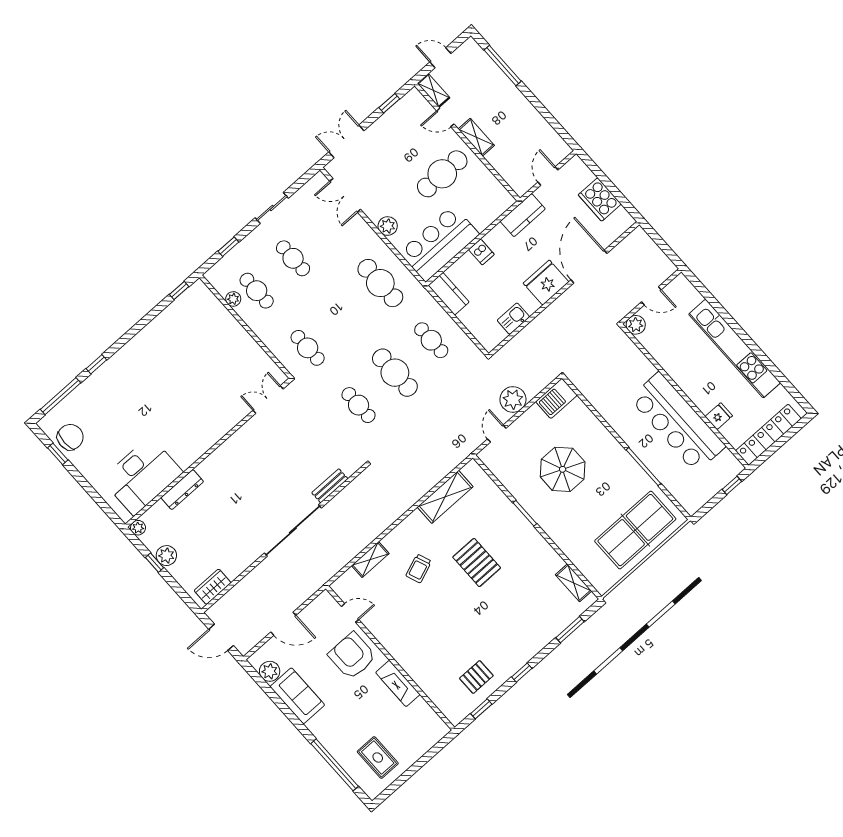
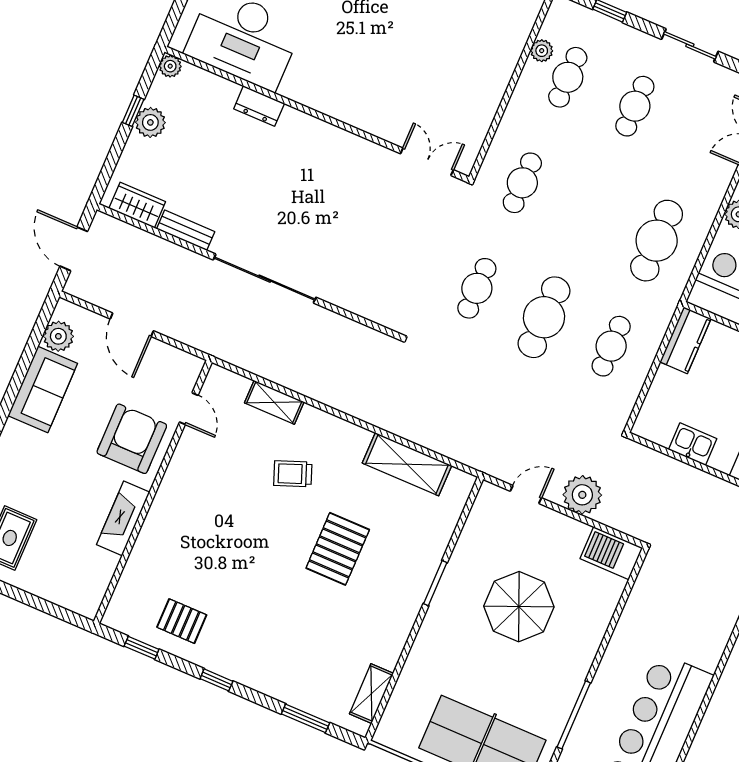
bench: (330, 486) -> (186, 230), moved
dresser: (182, 490) -> (259, 106), width x0.70

